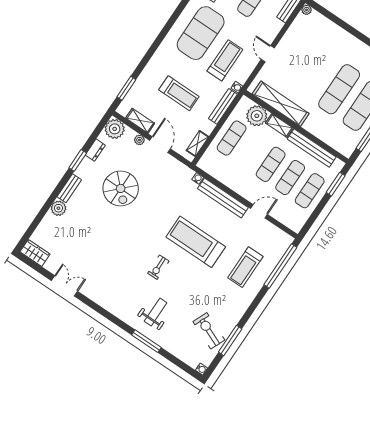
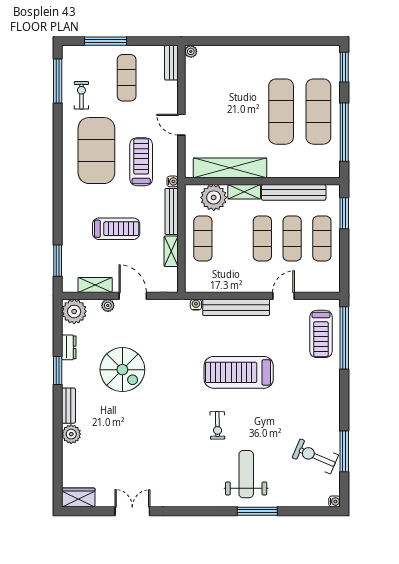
shelving: (197, 144) -> (171, 251), moved
treadmill: (245, 267) -> (321, 334), moved
weight bench: (156, 312) -> (246, 474), width x1.36, depth x1.33

